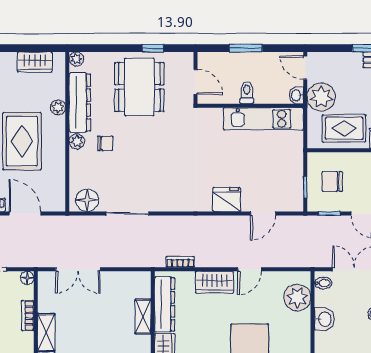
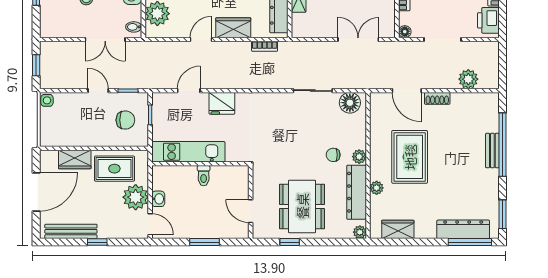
toilet: (247, 93) -> (204, 176), moved
wall: (250, 106) -> (200, 164), moved
kitchen unit: (263, 119) -> (188, 152), moved

